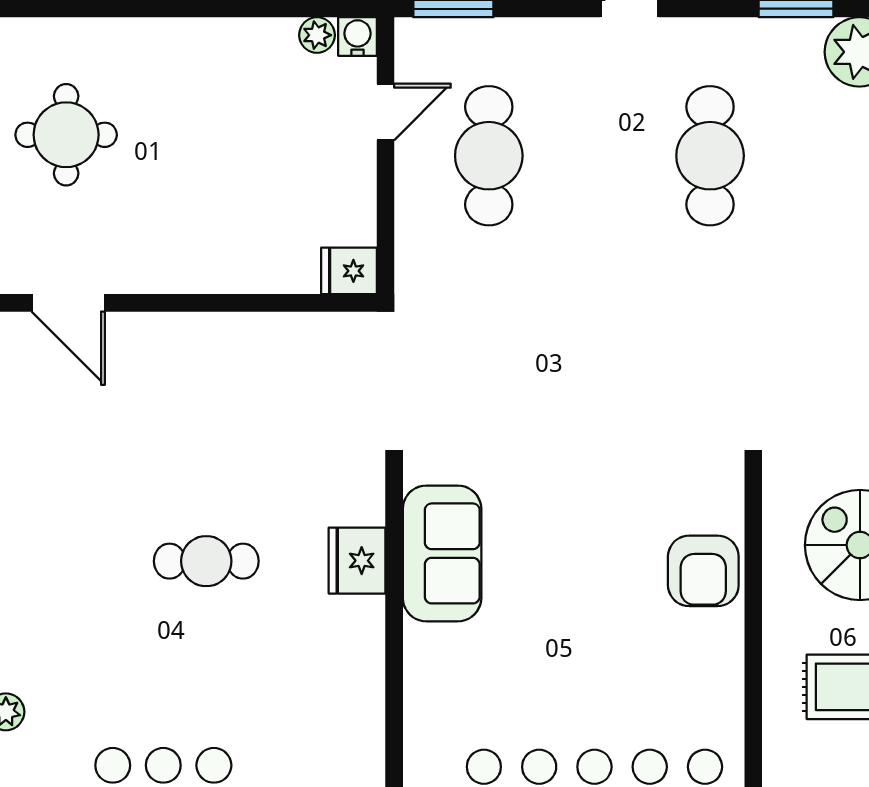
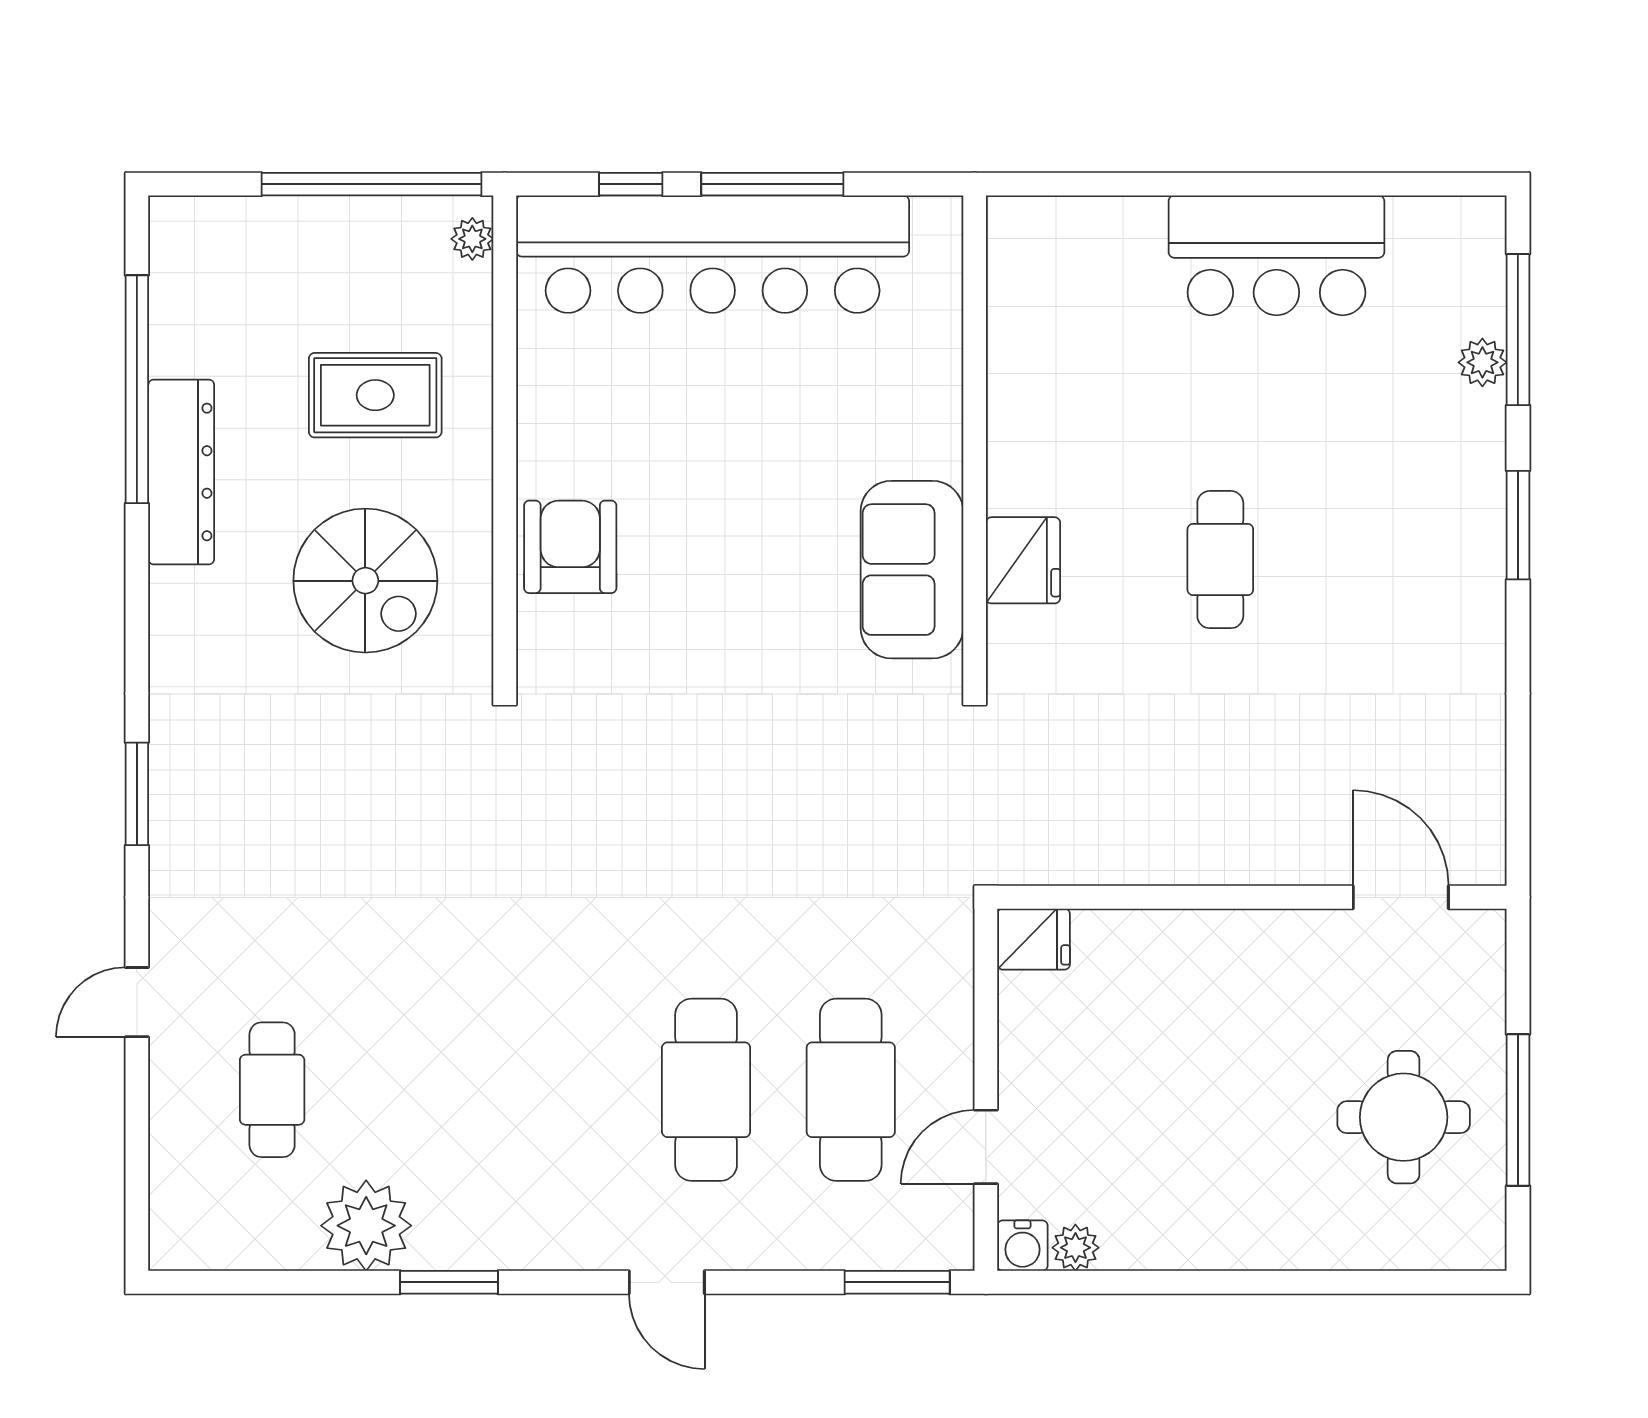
cafe table: (710, 156) -> (706, 1090), moved
cafe table: (206, 561) -> (1220, 560), turned 90

